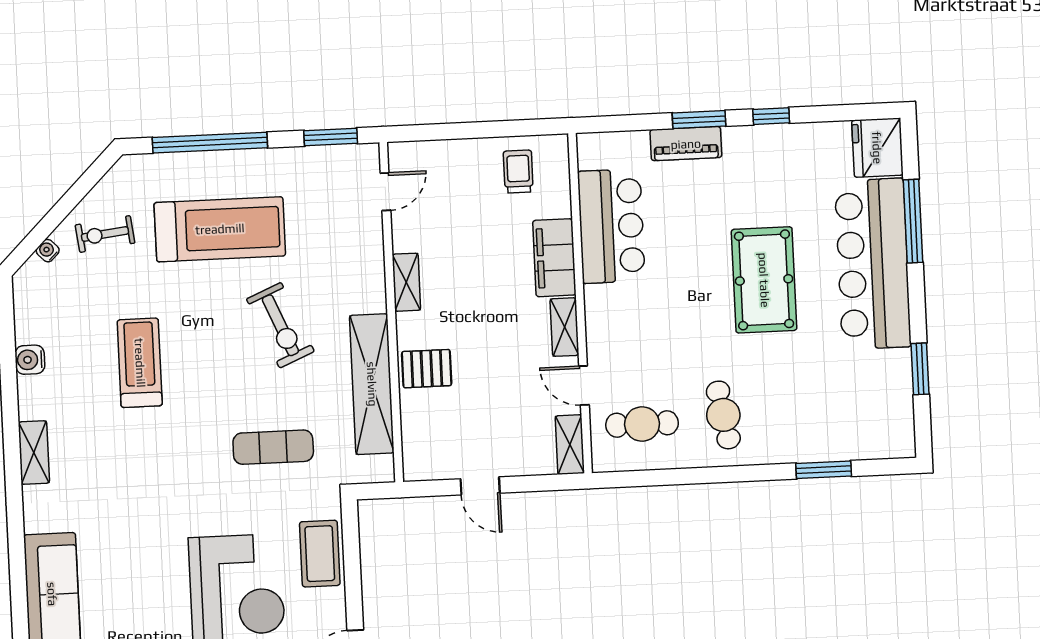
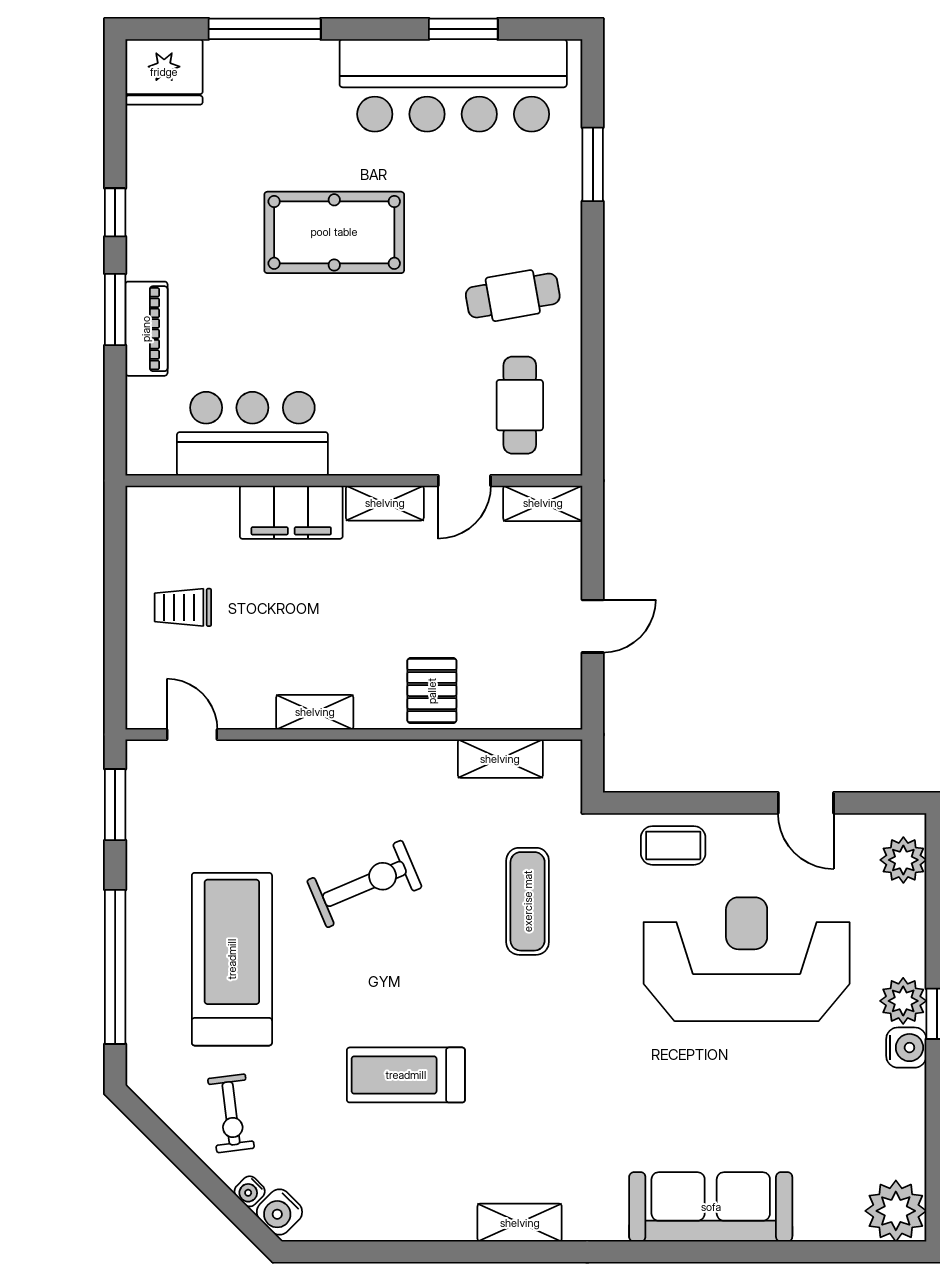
trolley: (518, 172) -> (183, 607), moved
bar counter: (873, 264) -> (453, 85), moved
water cooler: (30, 360) -> (279, 1212), moved, turned 45
shelving: (372, 384) -> (500, 759), width x0.45, depth x0.75
coffee table: (320, 554) -> (673, 845), width x0.73, depth x0.77

